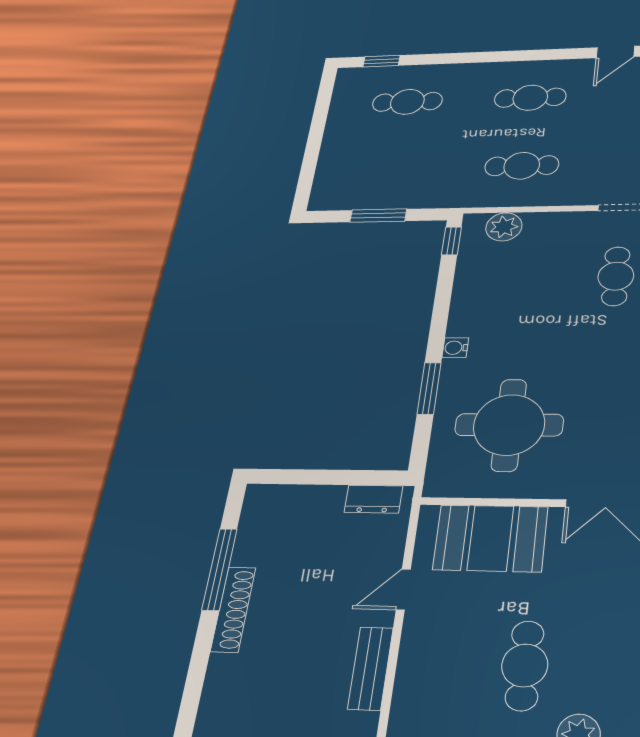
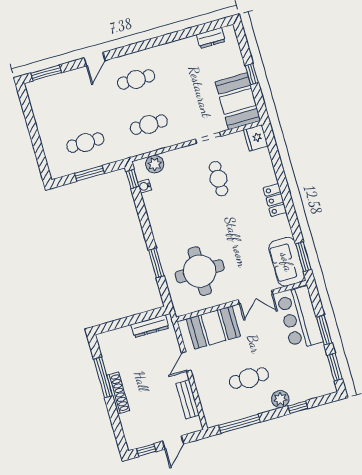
door: (615, 52) -> (95, 59), moved
window: (382, 61) -> (46, 73), width x1.50
cafe table: (407, 102) -> (85, 143), moved
water cooler: (455, 348) -> (145, 186), moved
dresser: (373, 499) -> (150, 326), width x1.44
cafe table: (525, 665) -> (249, 378), turned 90

